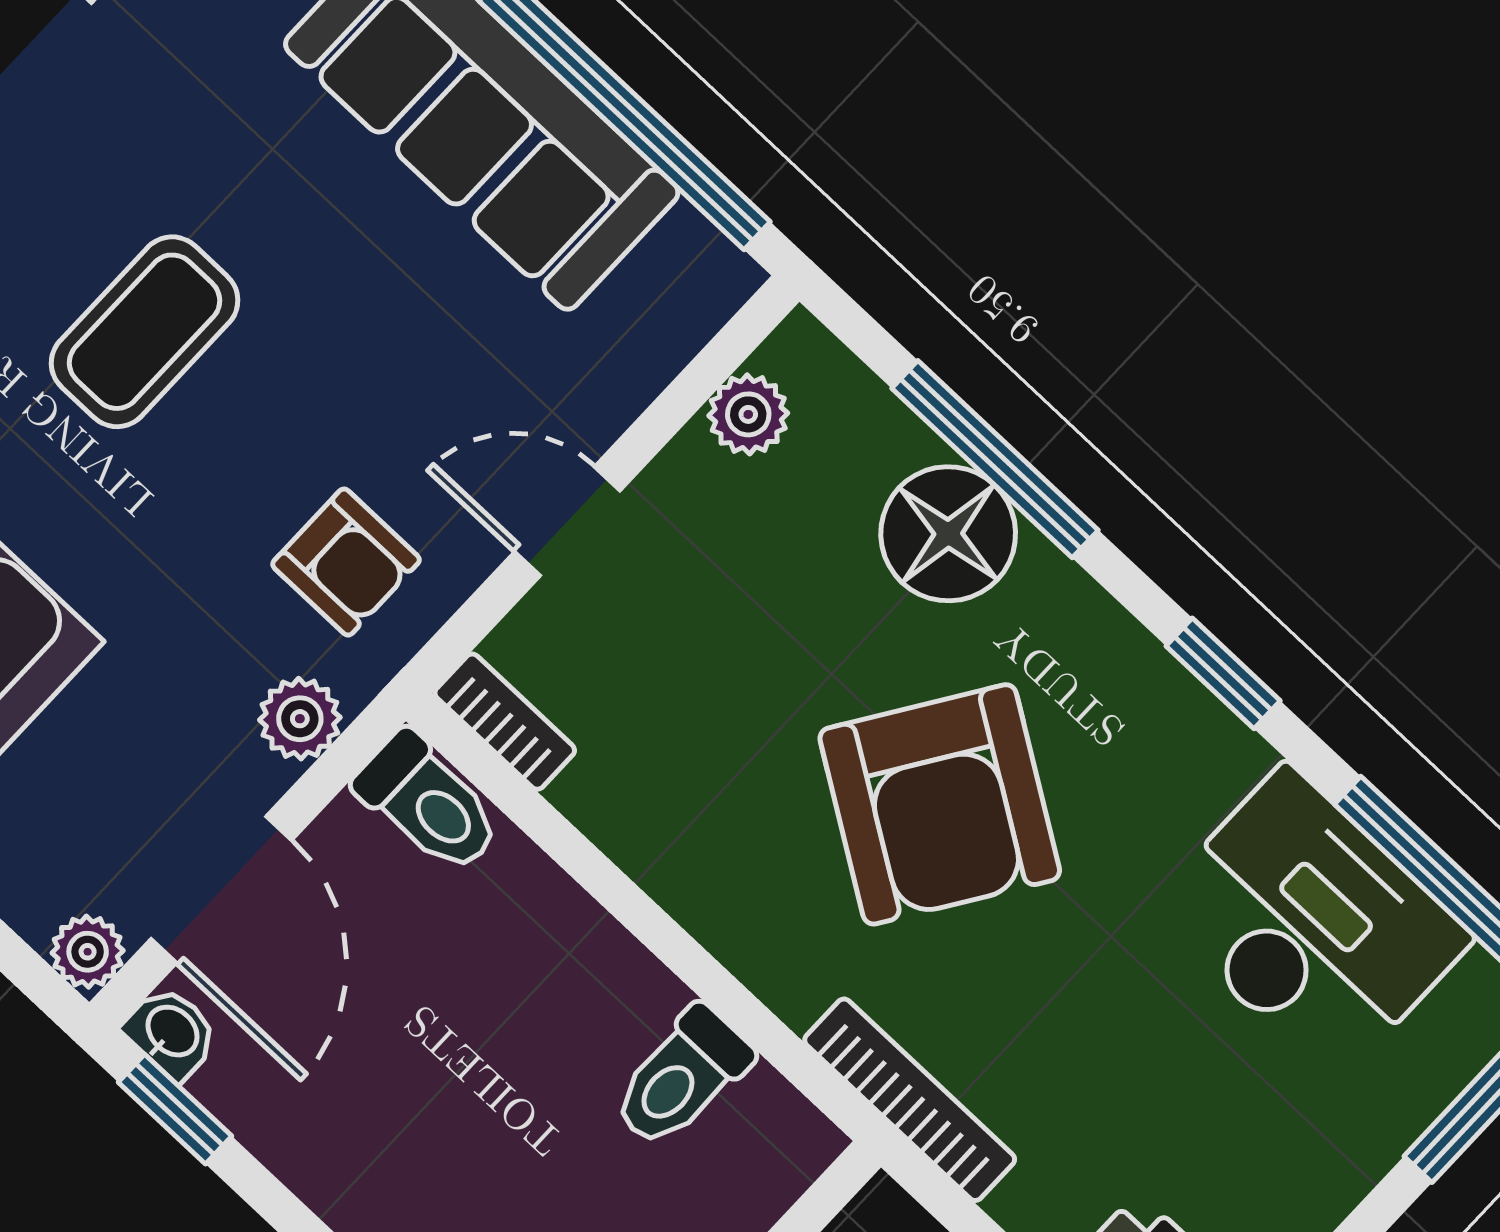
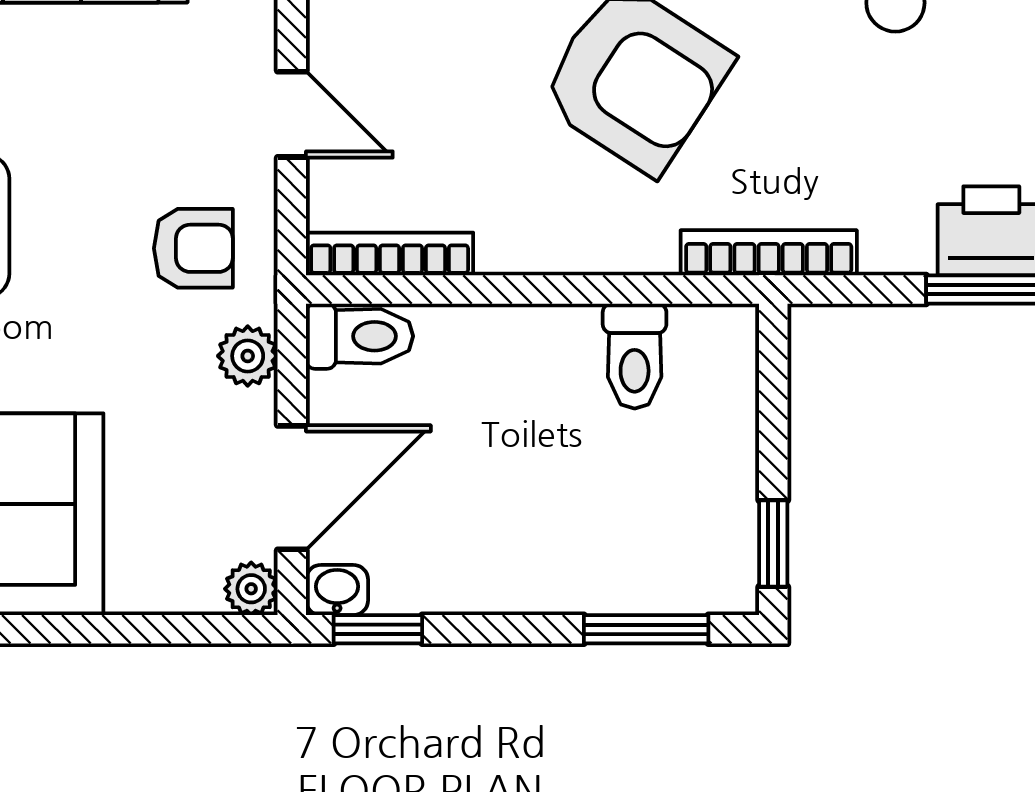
door: (567, 521) -> (292, 114), swing flipped
bookcase: (505, 722) -> (390, 254), width x1.56
door: (221, 890) -> (292, 488), hinge flipped

